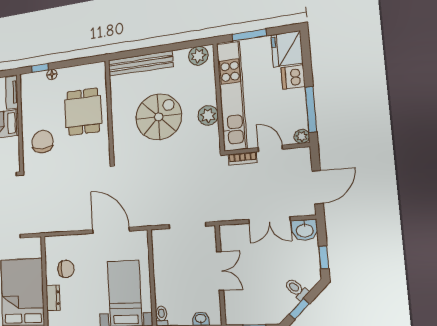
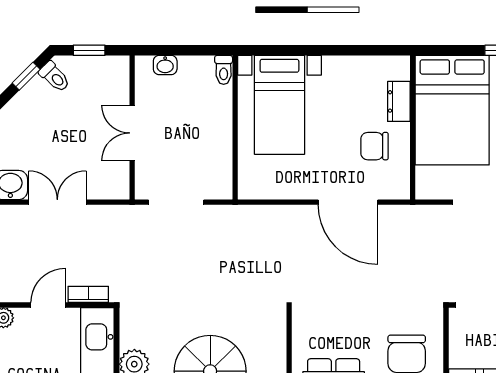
door: (270, 148) -> (48, 305), swing flipped
door: (111, 230) -> (348, 202), moved
toilet: (296, 289) -> (55, 77), moved

